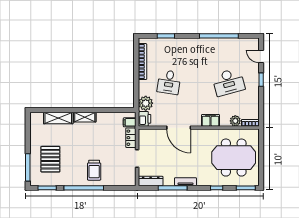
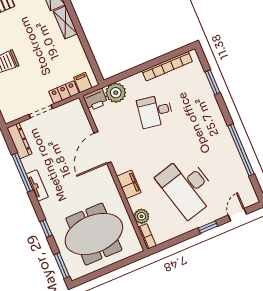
desk: (228, 82) -> (187, 187), width x1.36, depth x1.30
meeting table: (234, 158) -> (94, 234), turned 90

